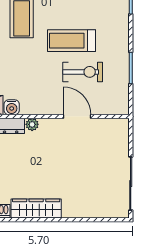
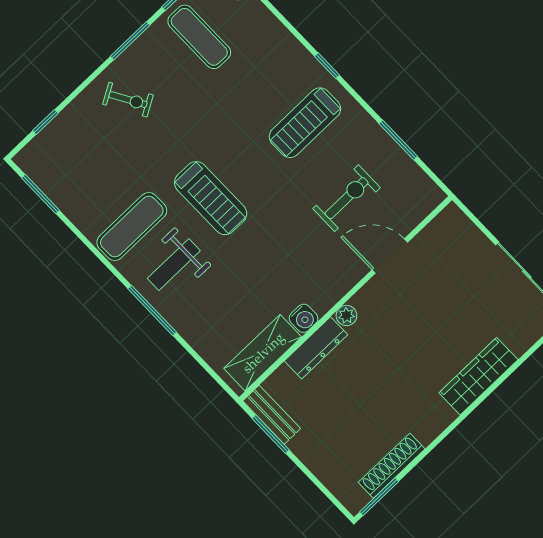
treadmill: (72, 41) -> (305, 123), moved
wardrobe: (36, 208) -> (478, 376), moved

